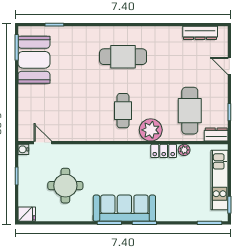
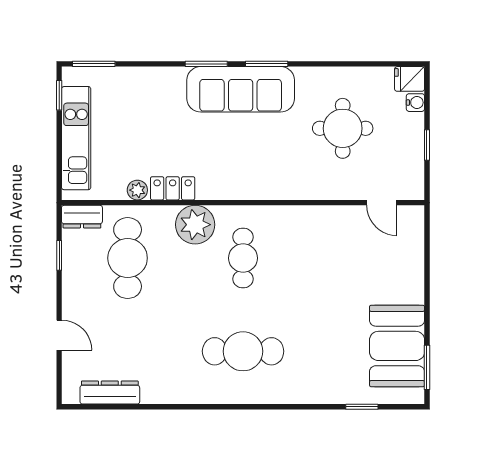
water cooler: (23, 149) -> (415, 103), moved

